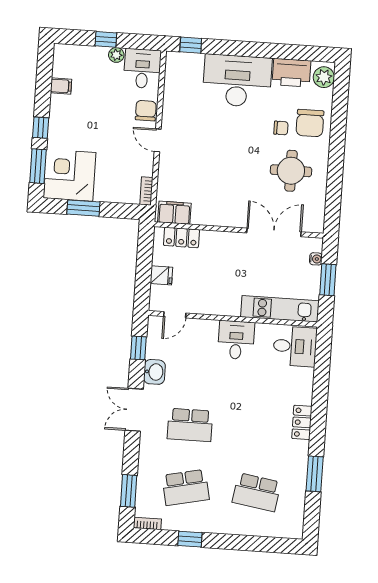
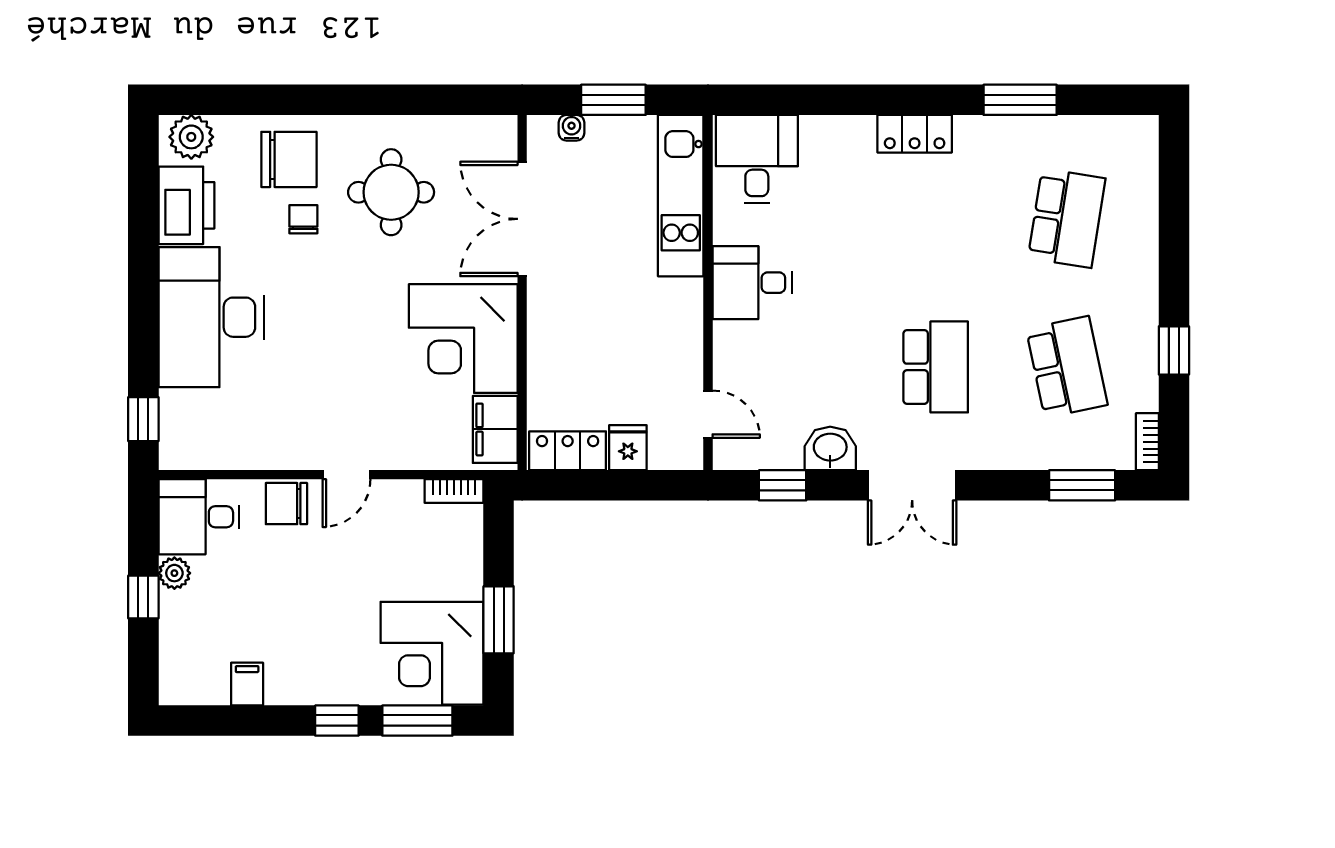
corner desk: (219, 200) -> (463, 339), added
locker: (181, 238) -> (568, 451), moved, turned -90

